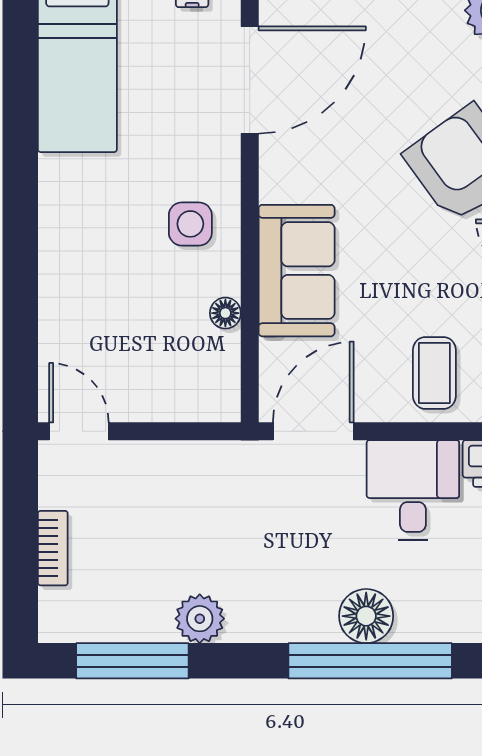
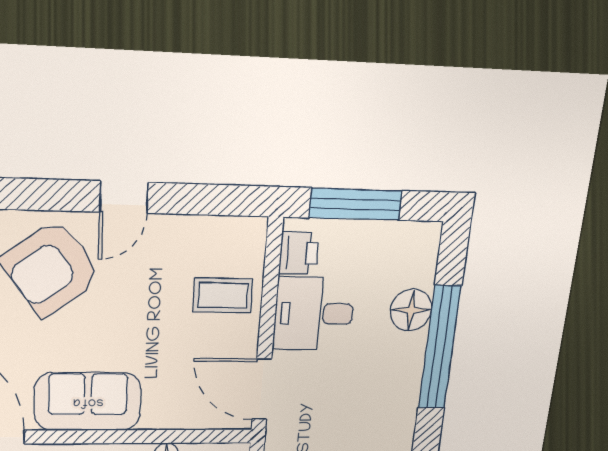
sofa: (297, 271) -> (88, 402), moved
floor lamp: (366, 616) -> (411, 310), moved

